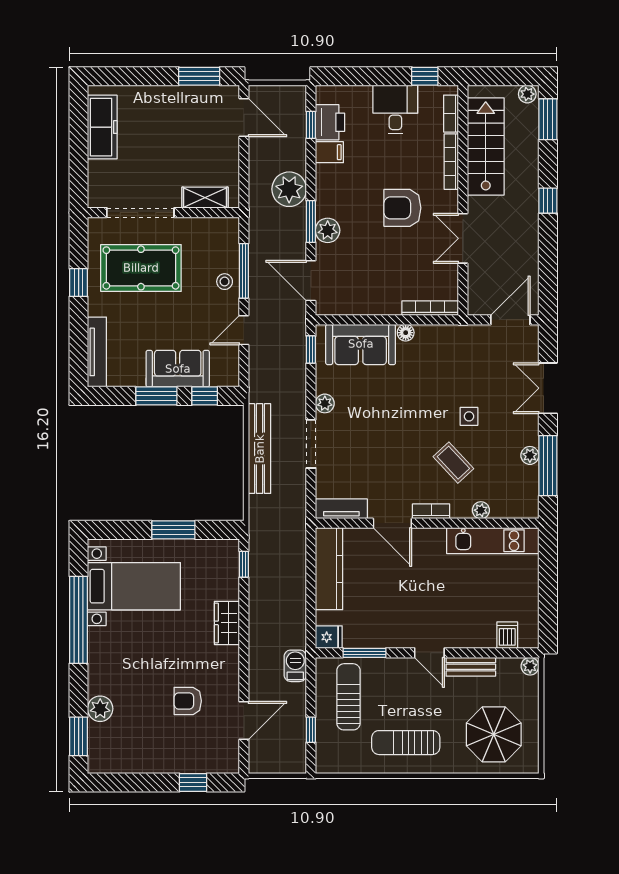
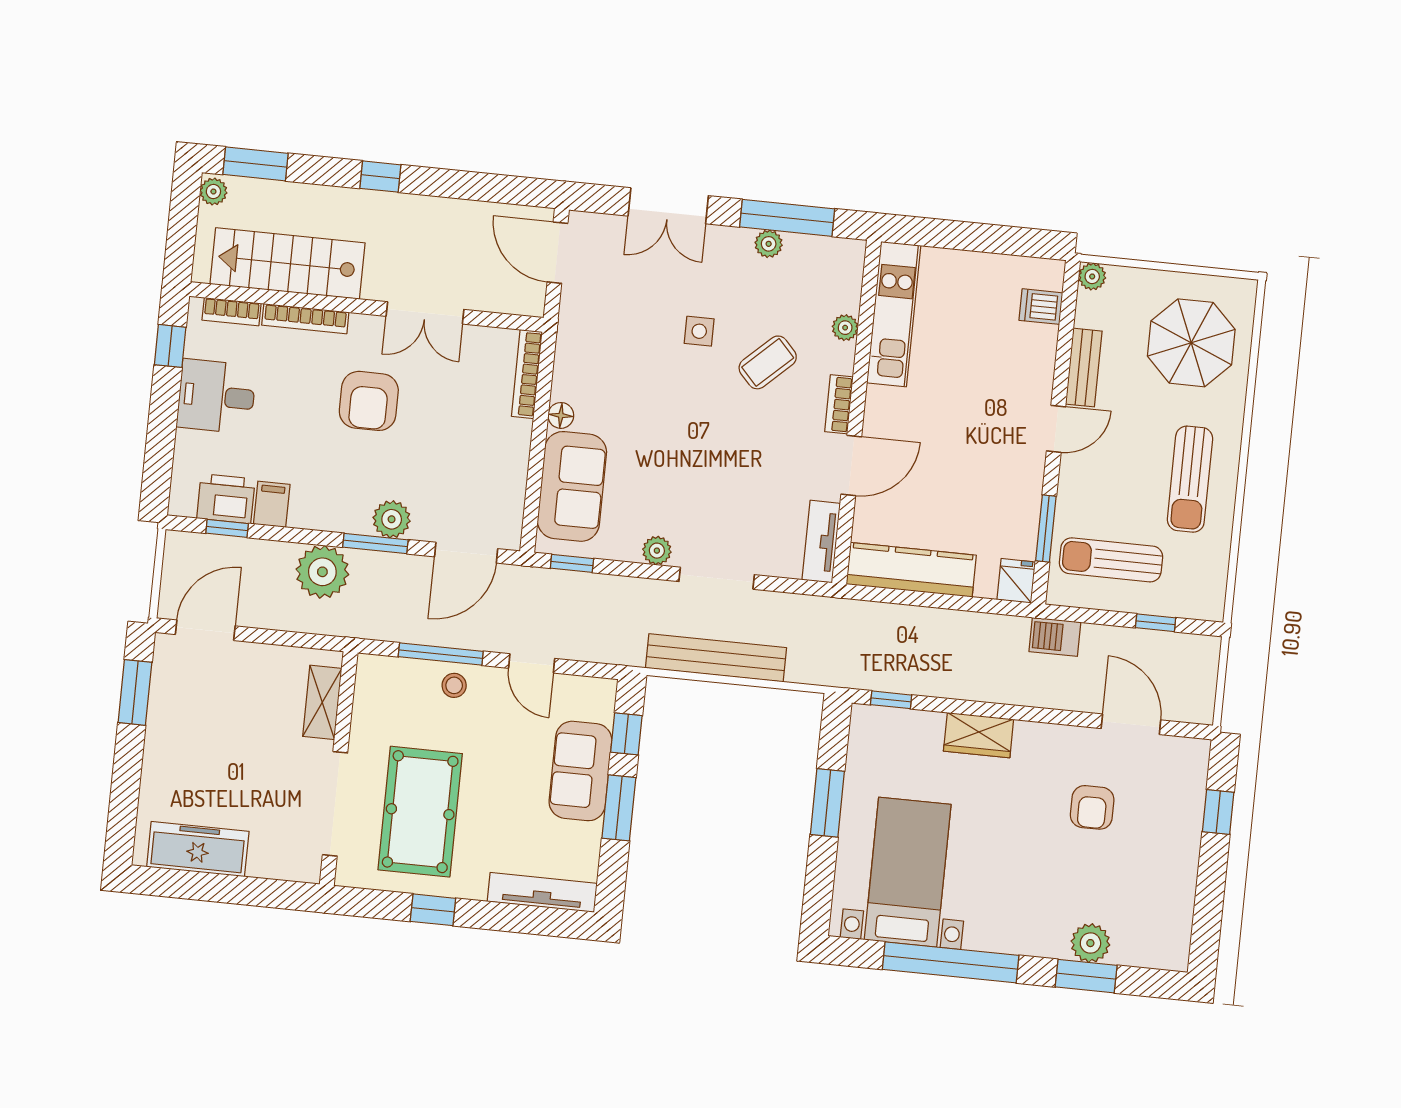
window: (79, 736) -> (1086, 976), moved

